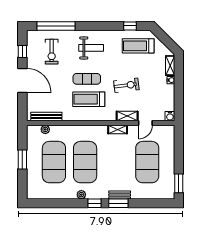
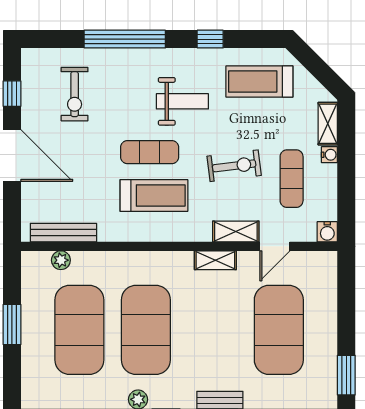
window: (56, 26) -> (125, 39), moved
window: (130, 26) -> (210, 39), moved
weight bench: (91, 48) -> (182, 101), moved
exercise mat: (153, 91) -> (292, 179), added
treadmill: (89, 99) -> (154, 195), turned 180

